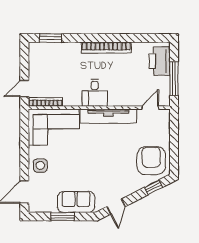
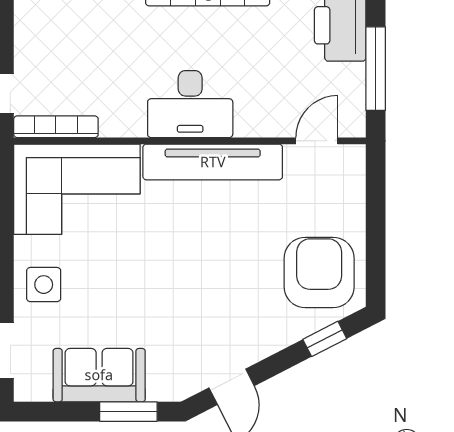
desk: (95, 93) -> (190, 104), width x1.37
sofa: (76, 202) -> (99, 375), moved
window: (63, 217) -> (128, 412), moved

